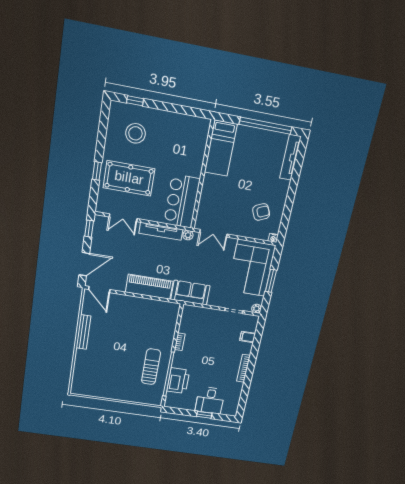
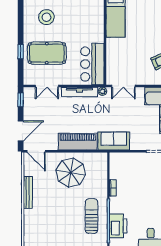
parasol: (136, 319) -> (71, 173), added

